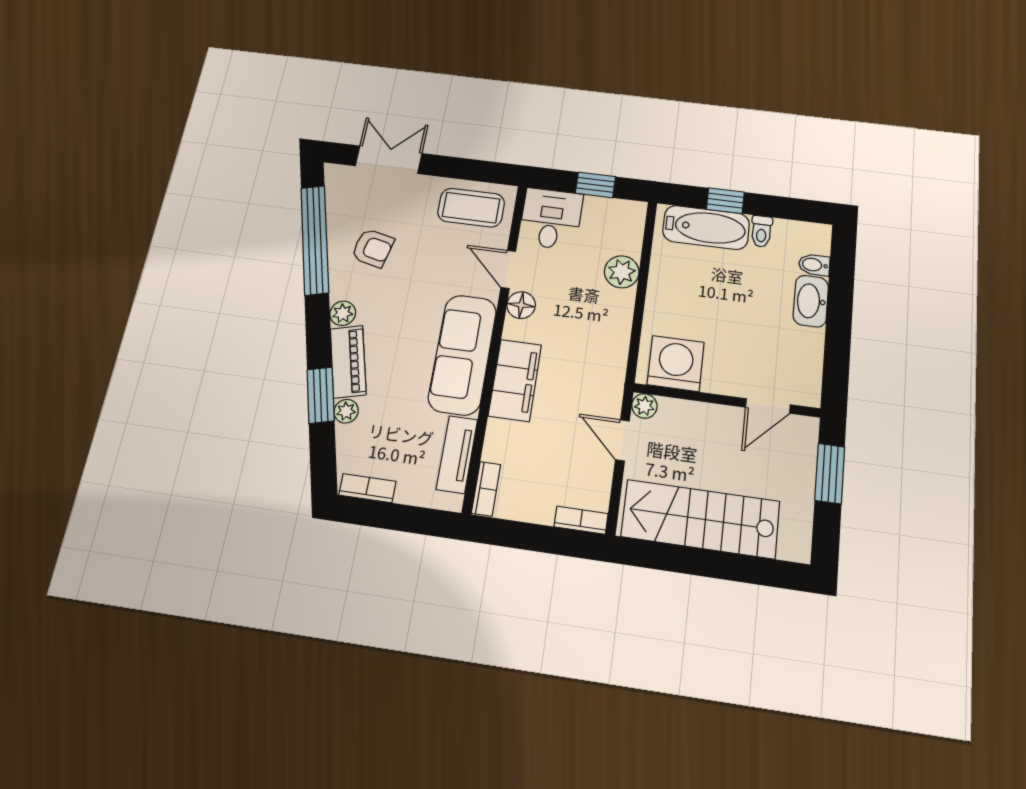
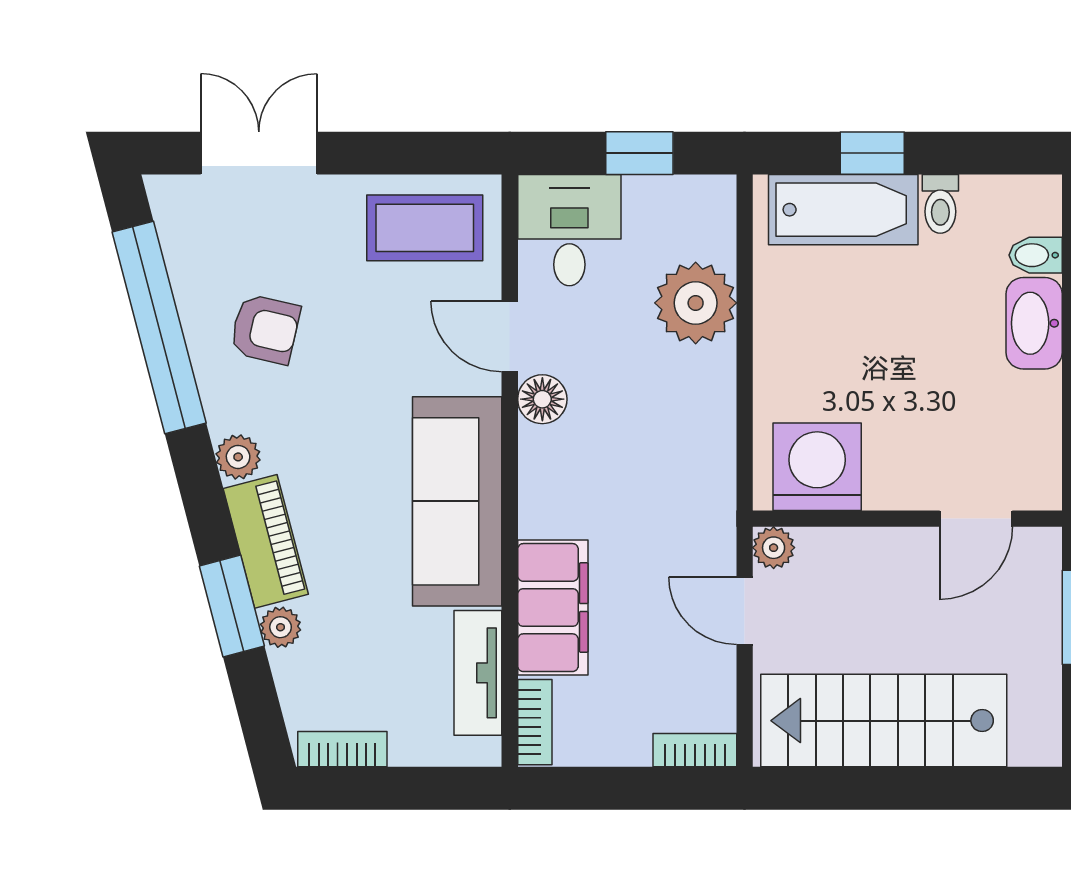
plant: (622, 272) -> (696, 303), width x1.36, depth x1.36
filing cabinet: (515, 380) -> (553, 608), moved

